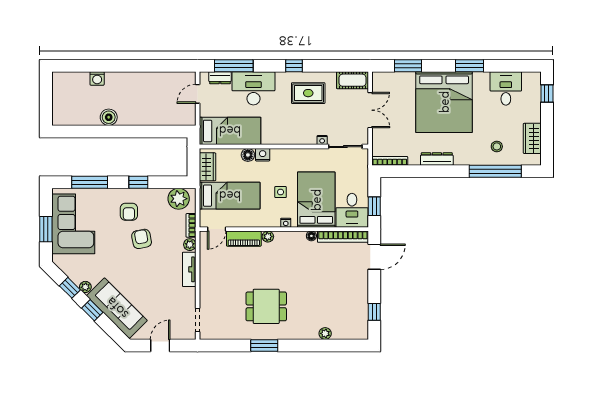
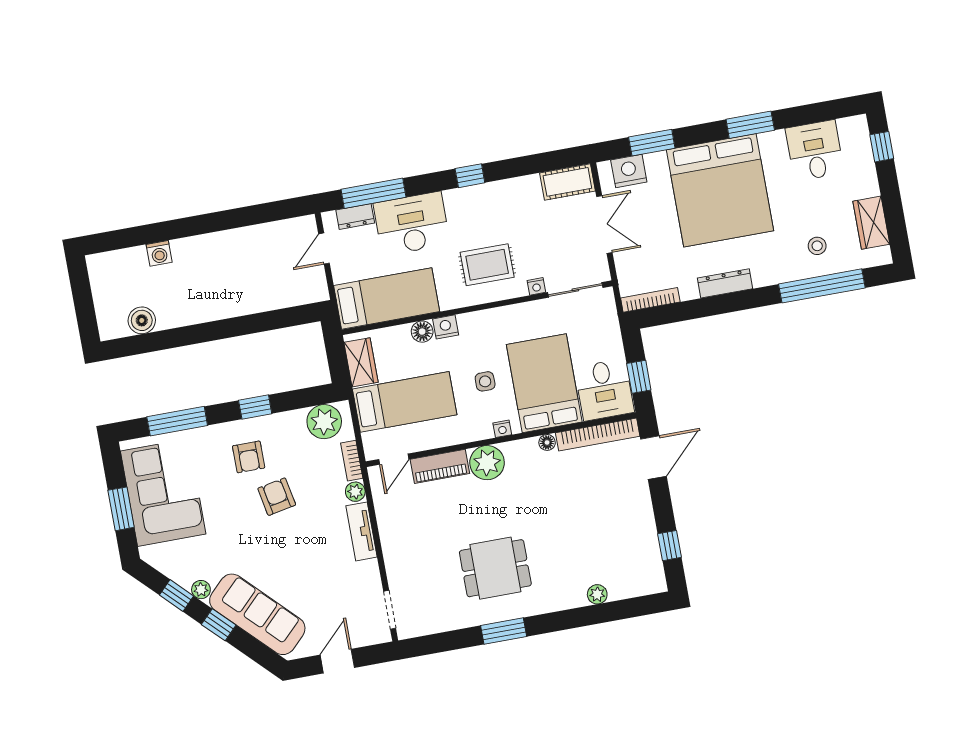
nightstand: (391, 80) -> (629, 171), added
rug: (308, 93) -> (487, 265), moved
boiler: (109, 117) -> (142, 320), moved
plant: (268, 237) -> (487, 463), width x1.88, depth x1.88

